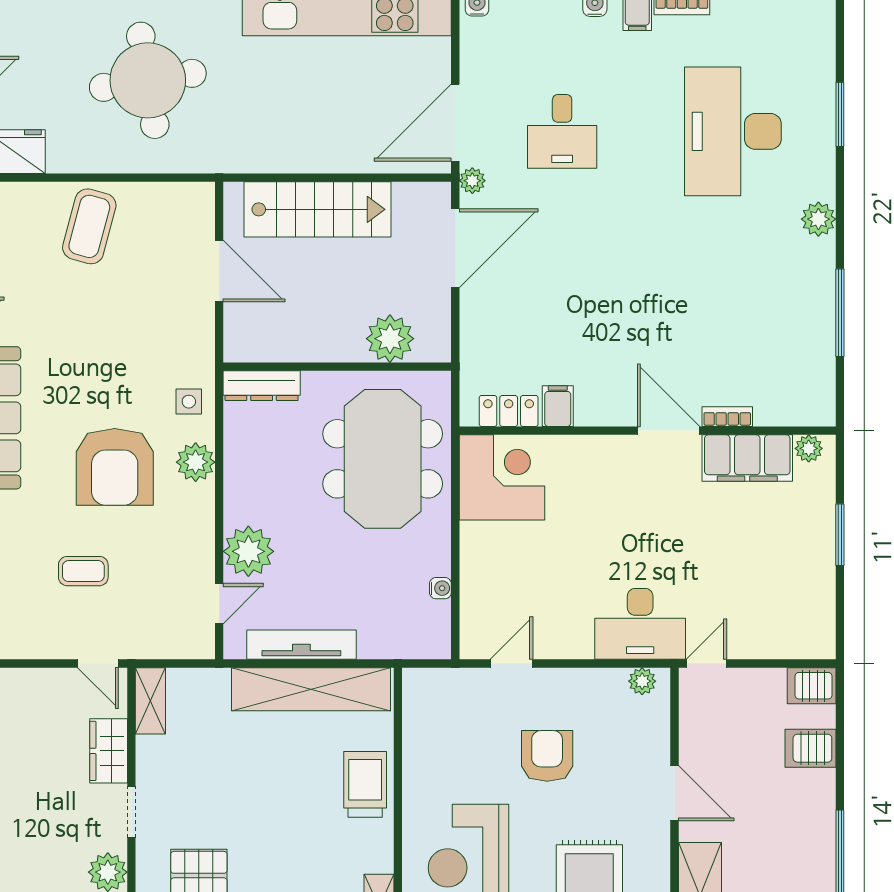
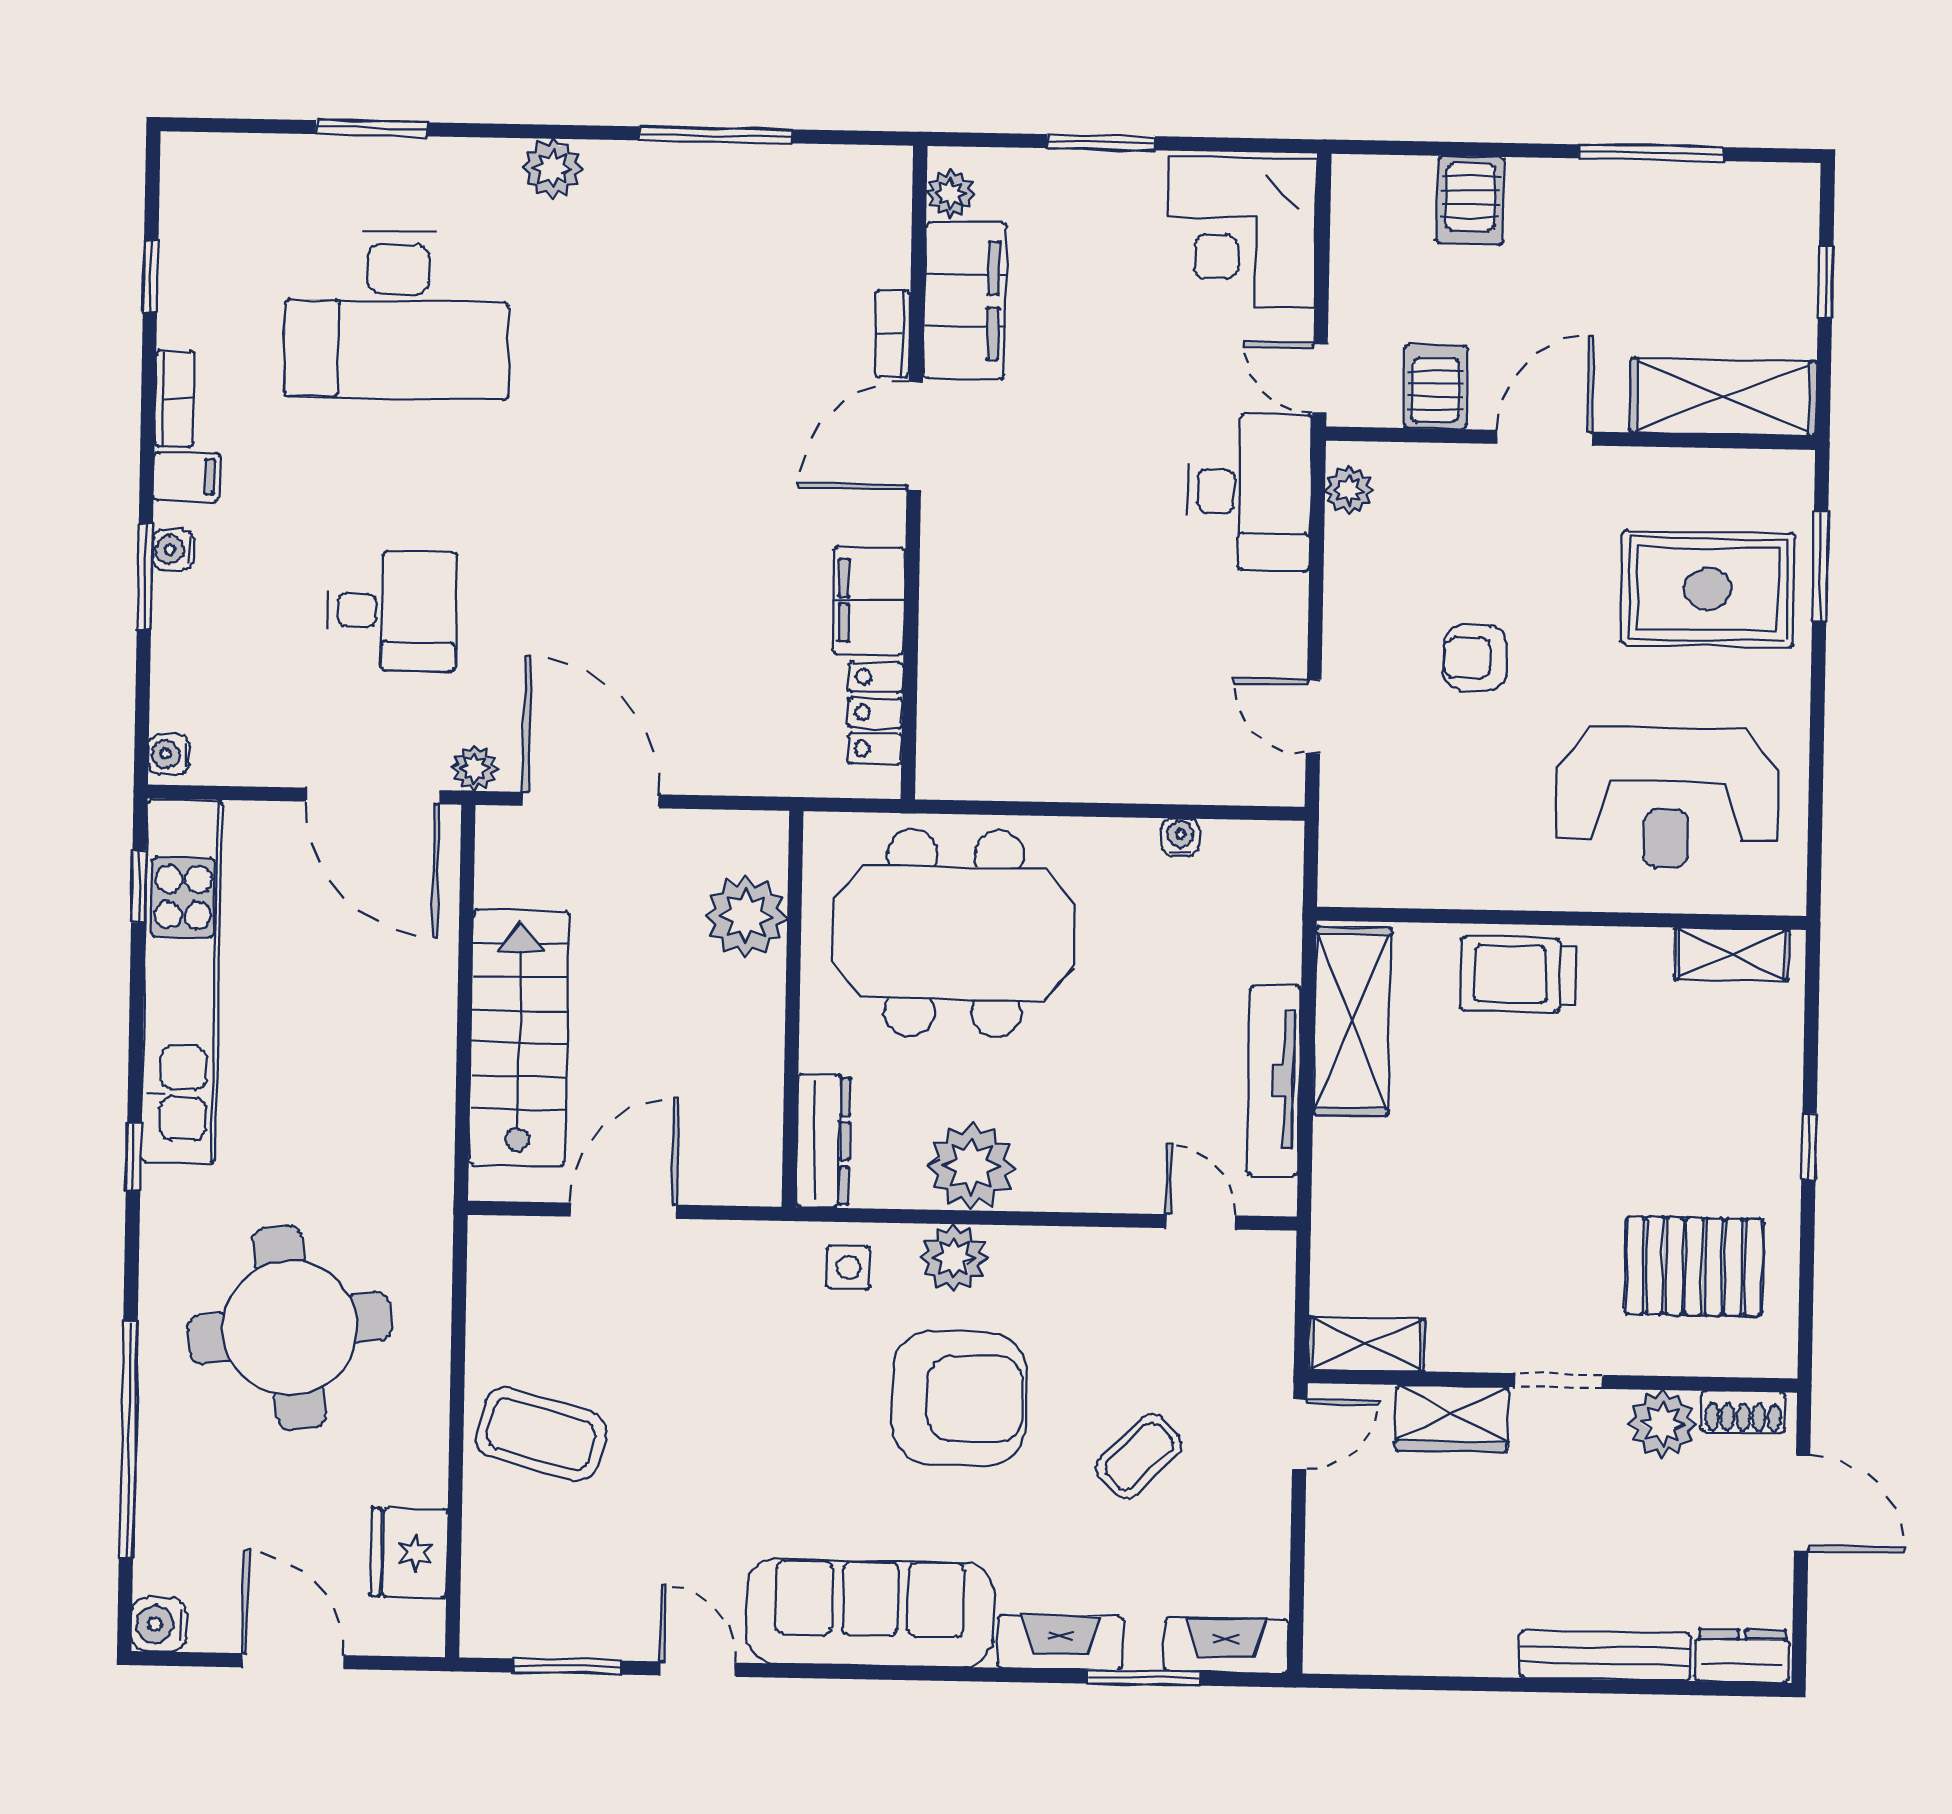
filing cabinet: (558, 406) -> (869, 601), width x2.00
corner desk: (502, 477) -> (1242, 232), moved, turned -90
plant: (248, 551) -> (972, 1166), moved
coffee table: (83, 571) -> (1139, 1456), turned 45
server rack: (812, 686) -> (1436, 387), moved, turned 180
shelving: (311, 689) -> (1352, 1021), width x0.68
armchair: (547, 756) -> (1475, 658), width x0.72, depth x0.72

